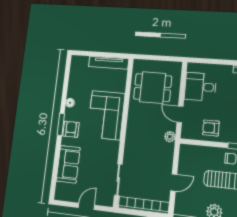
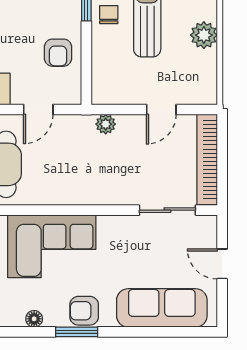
plant: (170, 137) -> (106, 124), moved
sofa: (68, 164) -> (162, 308), width x1.36
door: (174, 183) -> (161, 109), swing flipped

